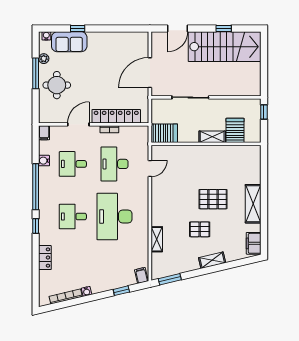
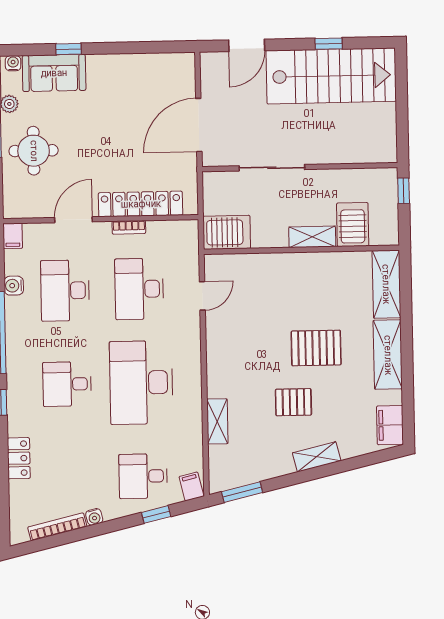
desk: (73, 164) -> (65, 290), width x1.37
shelving: (253, 164) -> (386, 284), added
desk: (114, 269) -> (143, 476), added

